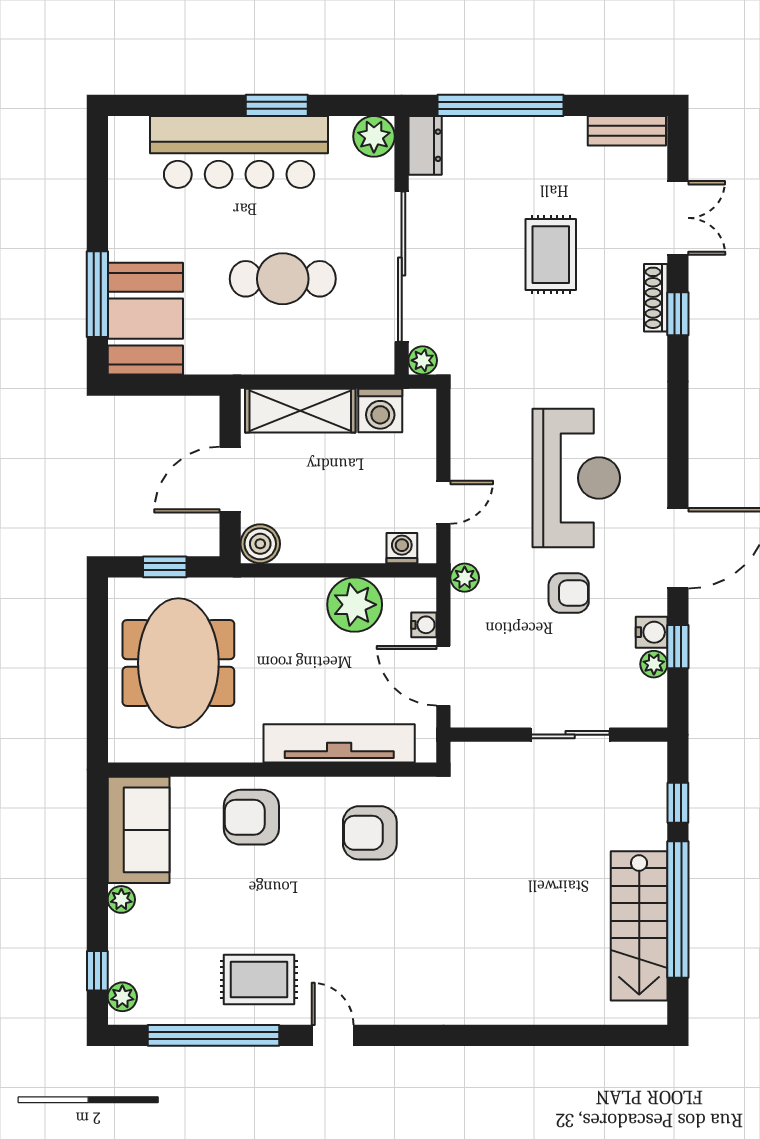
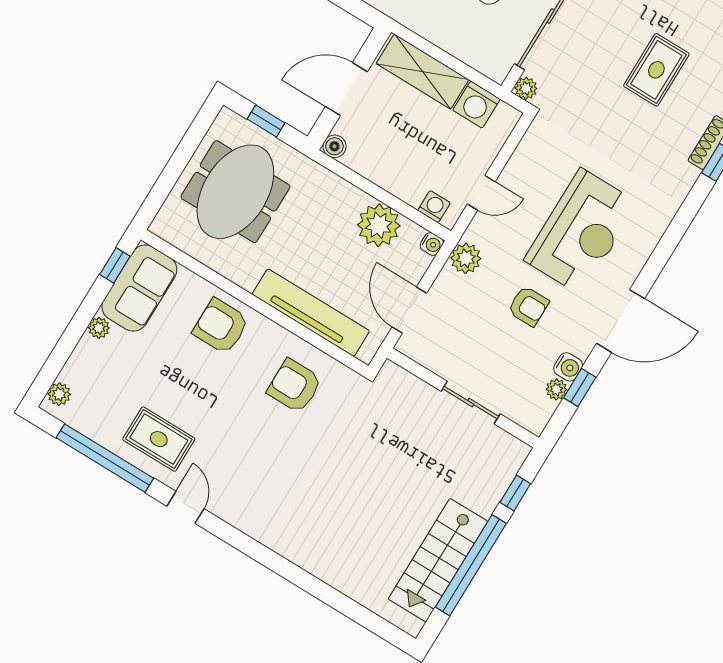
boiler: (260, 544) -> (334, 146), width x0.73, depth x0.73
plant: (465, 578) -> (466, 258), width x1.38, depth x1.38
water cooler: (424, 625) -> (432, 244), moved
window: (97, 971) -> (115, 265), moved

